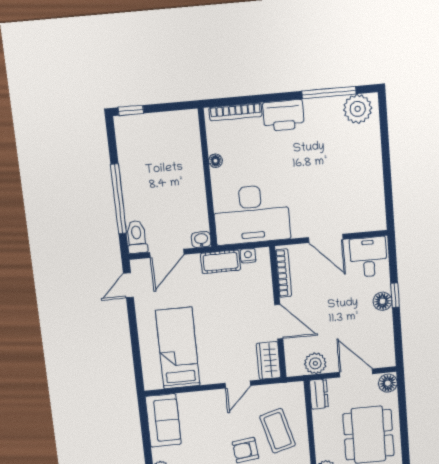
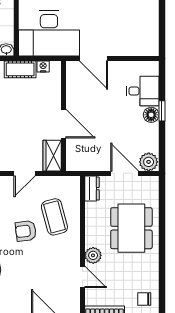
door: (326, 238) -> (94, 59), moved
desk: (368, 257) -> (143, 91), moved, turned 90
bookcase: (284, 273) -> (71, 84), removed
plant: (315, 363) -> (149, 162), moved
floor lamp: (388, 383) -> (151, 185), removed

